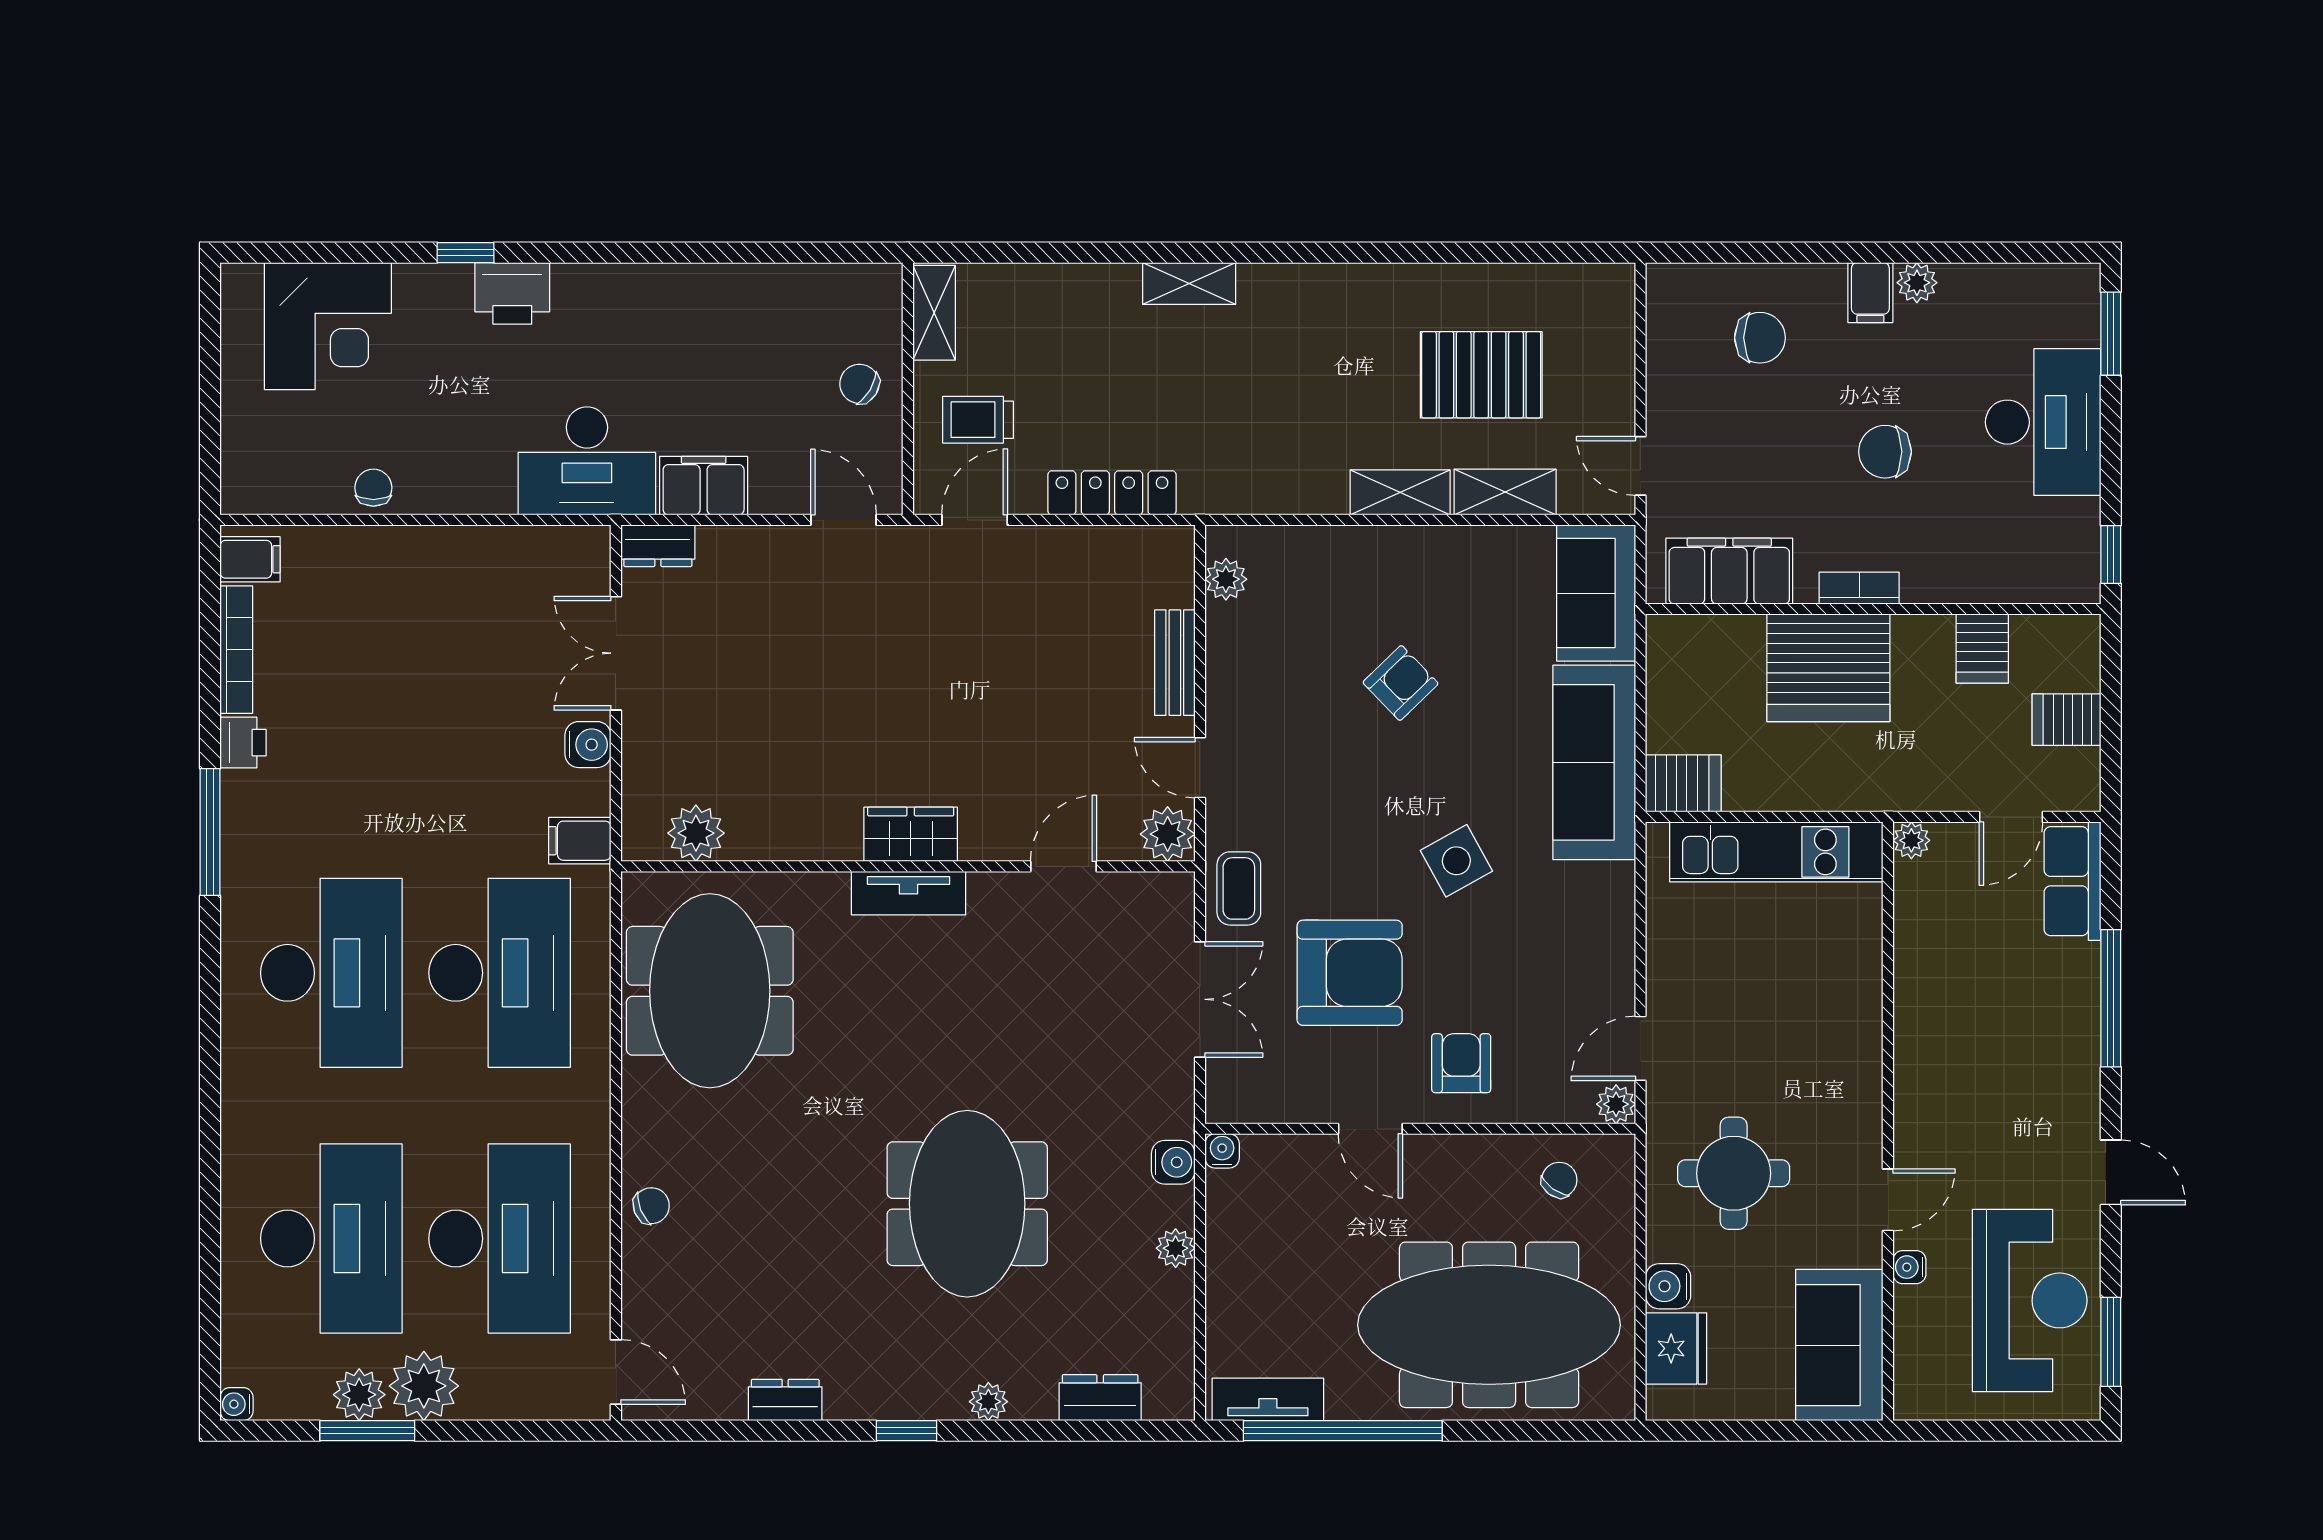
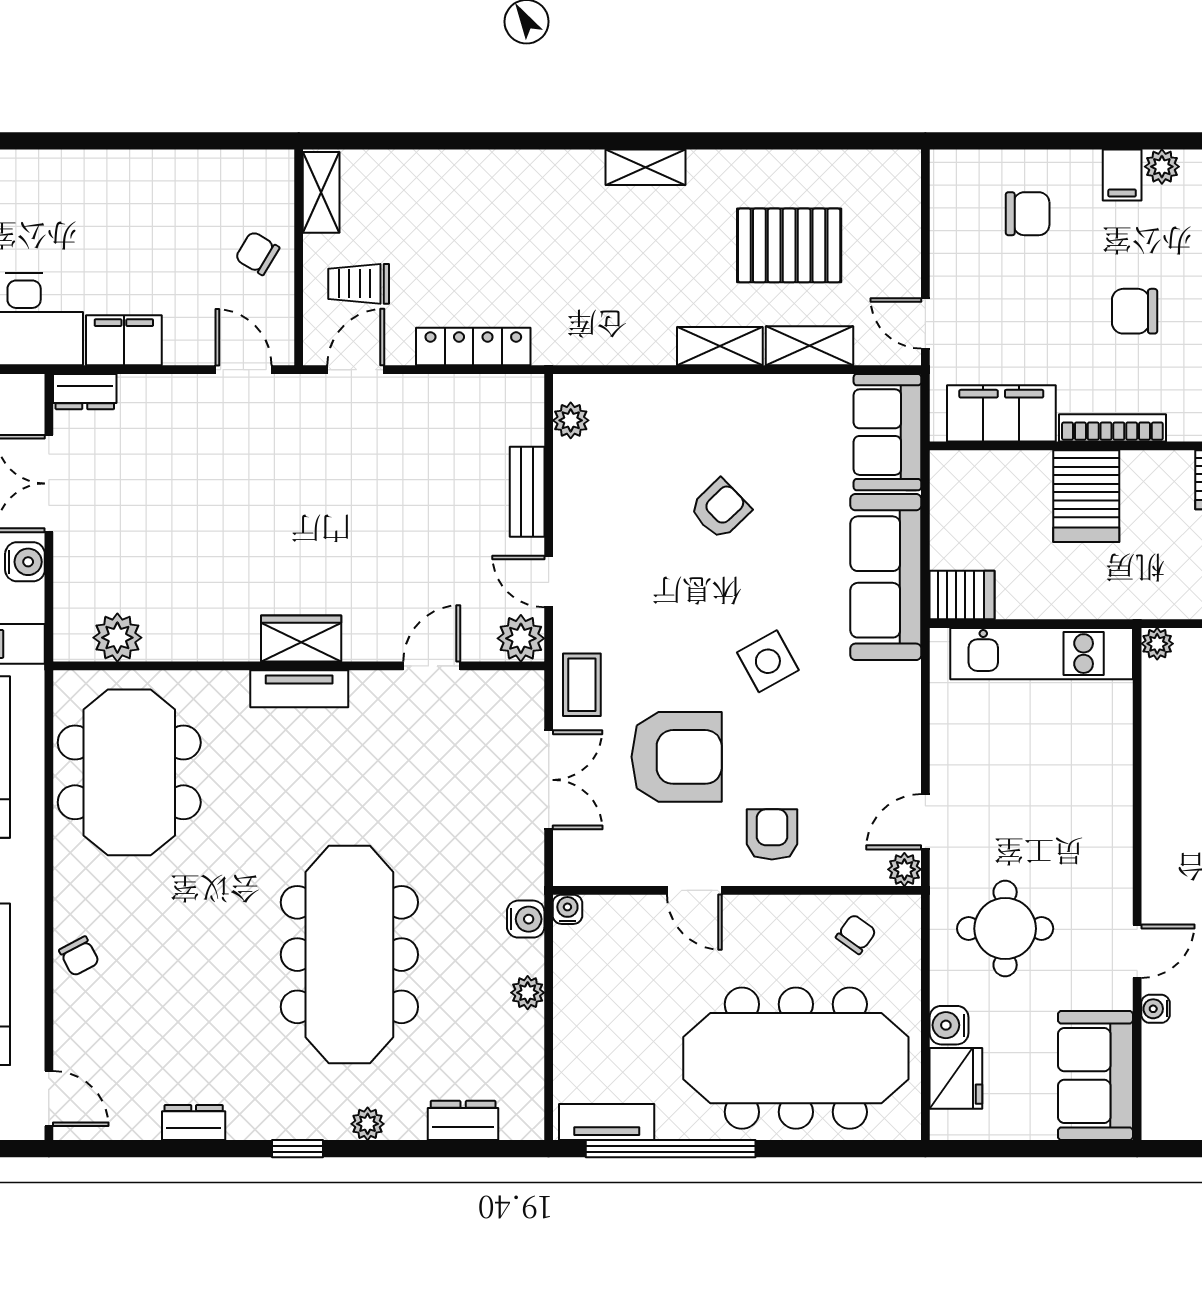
shelving: (1189, 283) -> (646, 167), moved
bookcase: (1859, 588) -> (1112, 428), width x1.56
server rack: (1828, 668) -> (1086, 496), width x0.62
meeting table: (967, 1204) -> (349, 955), width x1.36
chair: (651, 1206) -> (79, 956), turned 84

